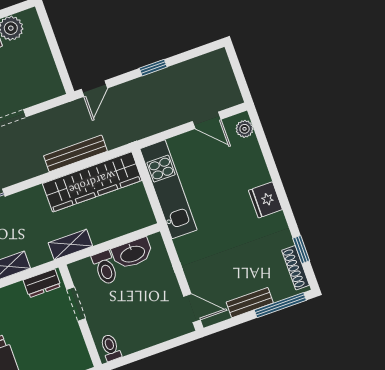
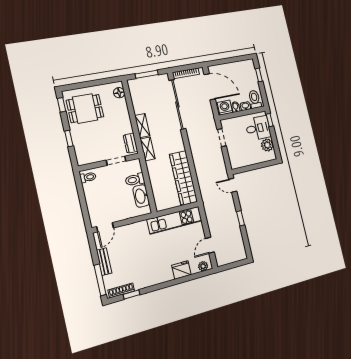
bench: (75, 153) -> (200, 171), removed
fridge: (265, 200) -> (181, 270), moved
shelving: (70, 244) -> (148, 149), moved

